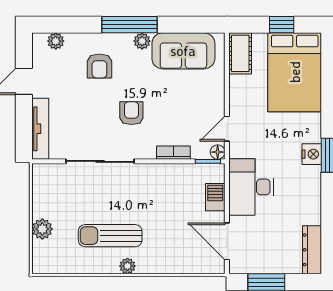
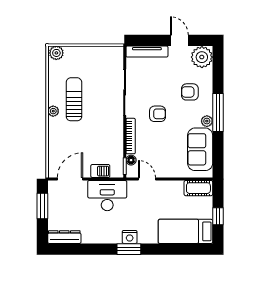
plant: (56, 41) -> (202, 57), width x1.87, depth x1.87
bed: (295, 72) -> (185, 231), width x0.67
floor lamp: (218, 152) -> (131, 160), moved
bookcase: (173, 153) -> (131, 136), width x1.56
plant: (42, 229) -> (56, 53), moved

